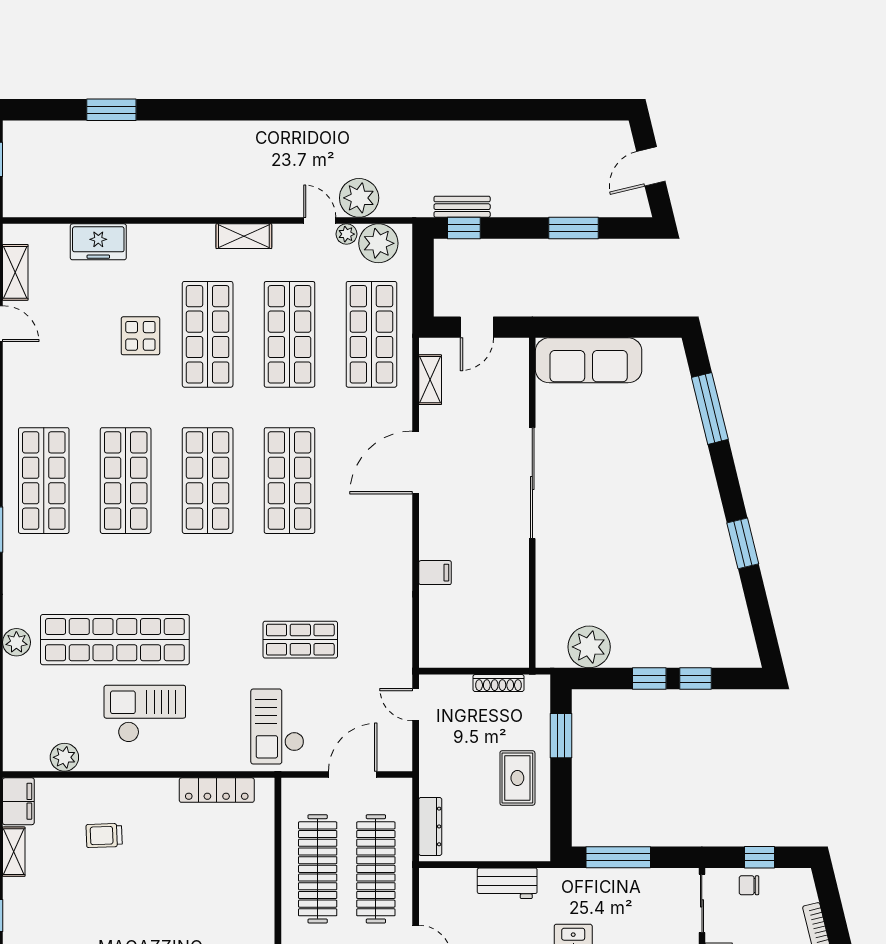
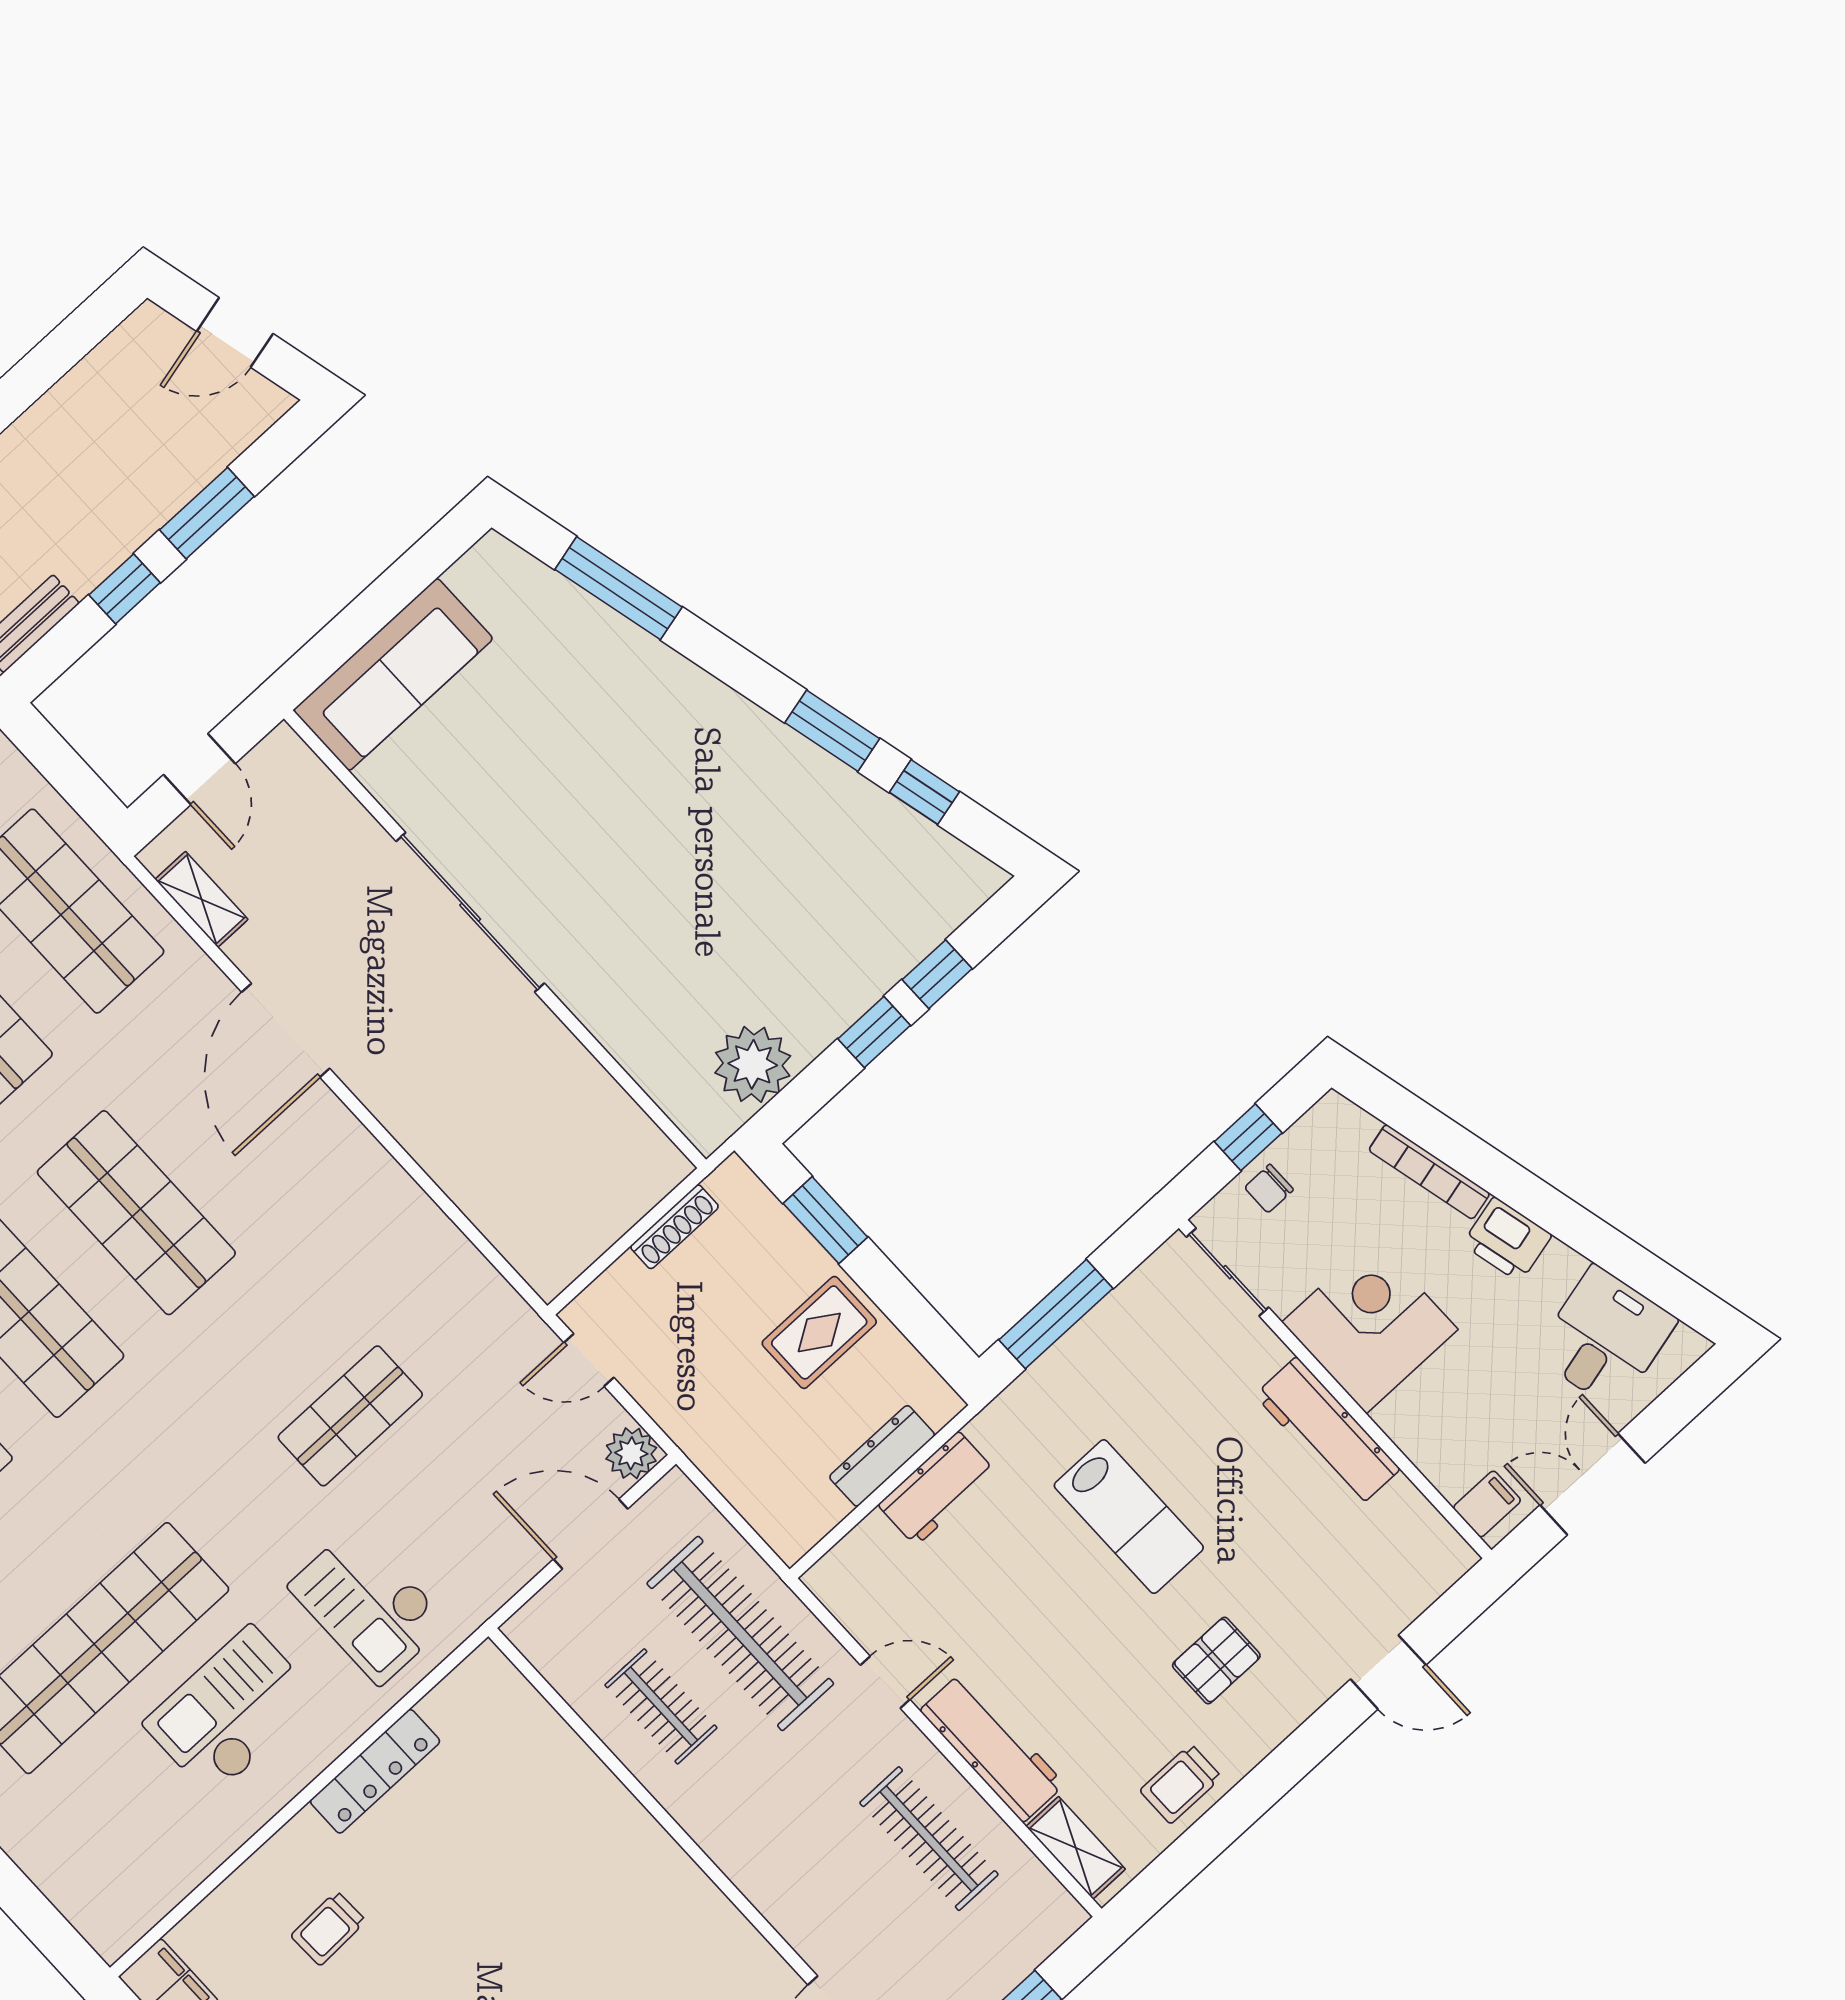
door: (651, 166) -> (235, 332), hinge flipped
window: (464, 228) -> (125, 589), moved
filing cabinet: (435, 573) -> (450, 1156), removed
window: (757, 601) -> (924, 792), added
checkout: (277, 727) -> (368, 1604), moved
plant: (64, 757) -> (631, 1453), moved
door: (353, 775) -> (591, 1534), hinge flipped
rug: (517, 778) -> (819, 1332), turned 90
locker: (217, 790) -> (375, 1771), moved
dresser: (430, 826) -> (882, 1456), moved, turned -90
clothes rail: (318, 869) -> (661, 1706), width x0.54, depth x0.76

